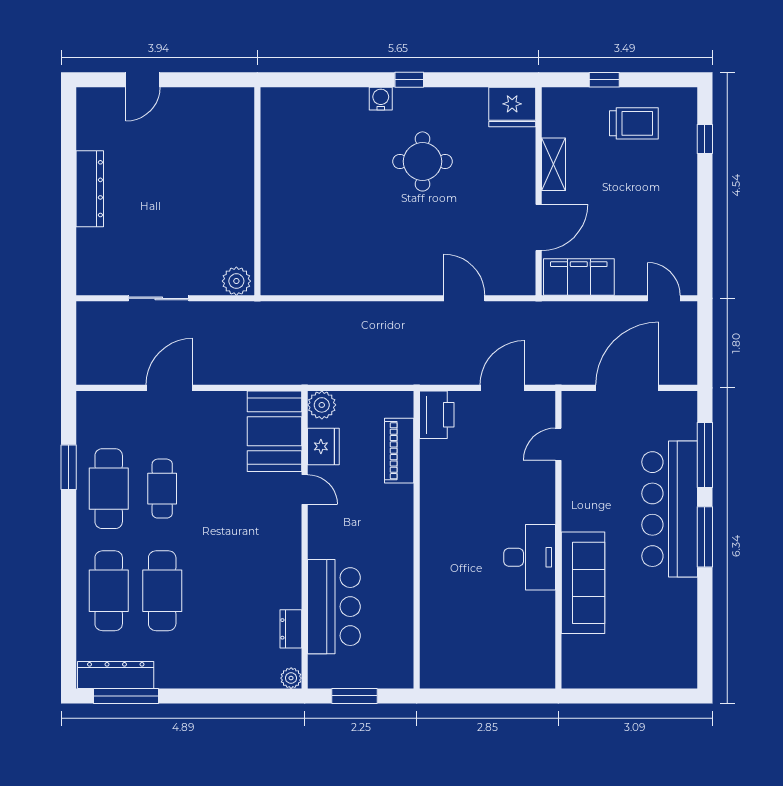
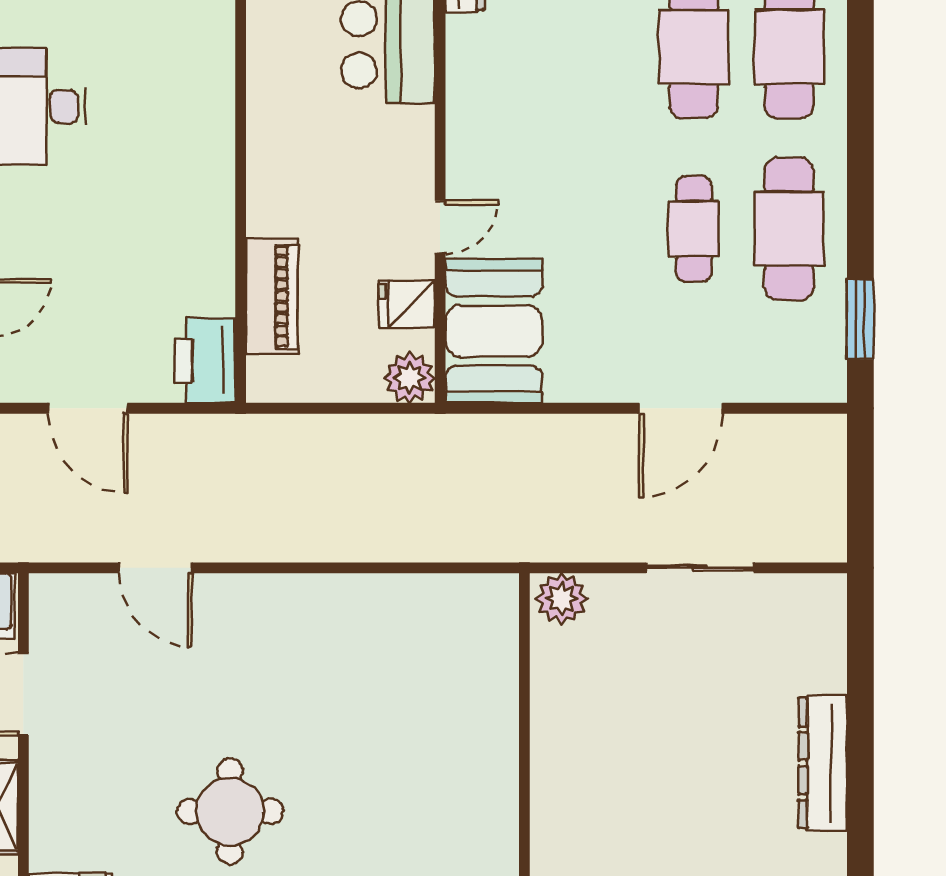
door: (502, 388) -> (88, 408), hinge flipped
fridge: (323, 446) -> (407, 304), width x0.72
window: (69, 467) -> (860, 319), moved
door: (305, 490) -> (440, 227), swing flipped

